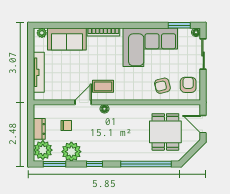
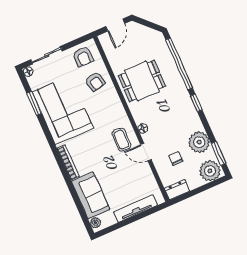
window: (179, 25) -> (34, 103), moved
armchair: (188, 85) -> (83, 57), turned -90
dresser: (39, 129) -> (177, 190), moved
dining table: (165, 132) -> (142, 81), moved
window: (95, 164) -> (196, 103), moved

